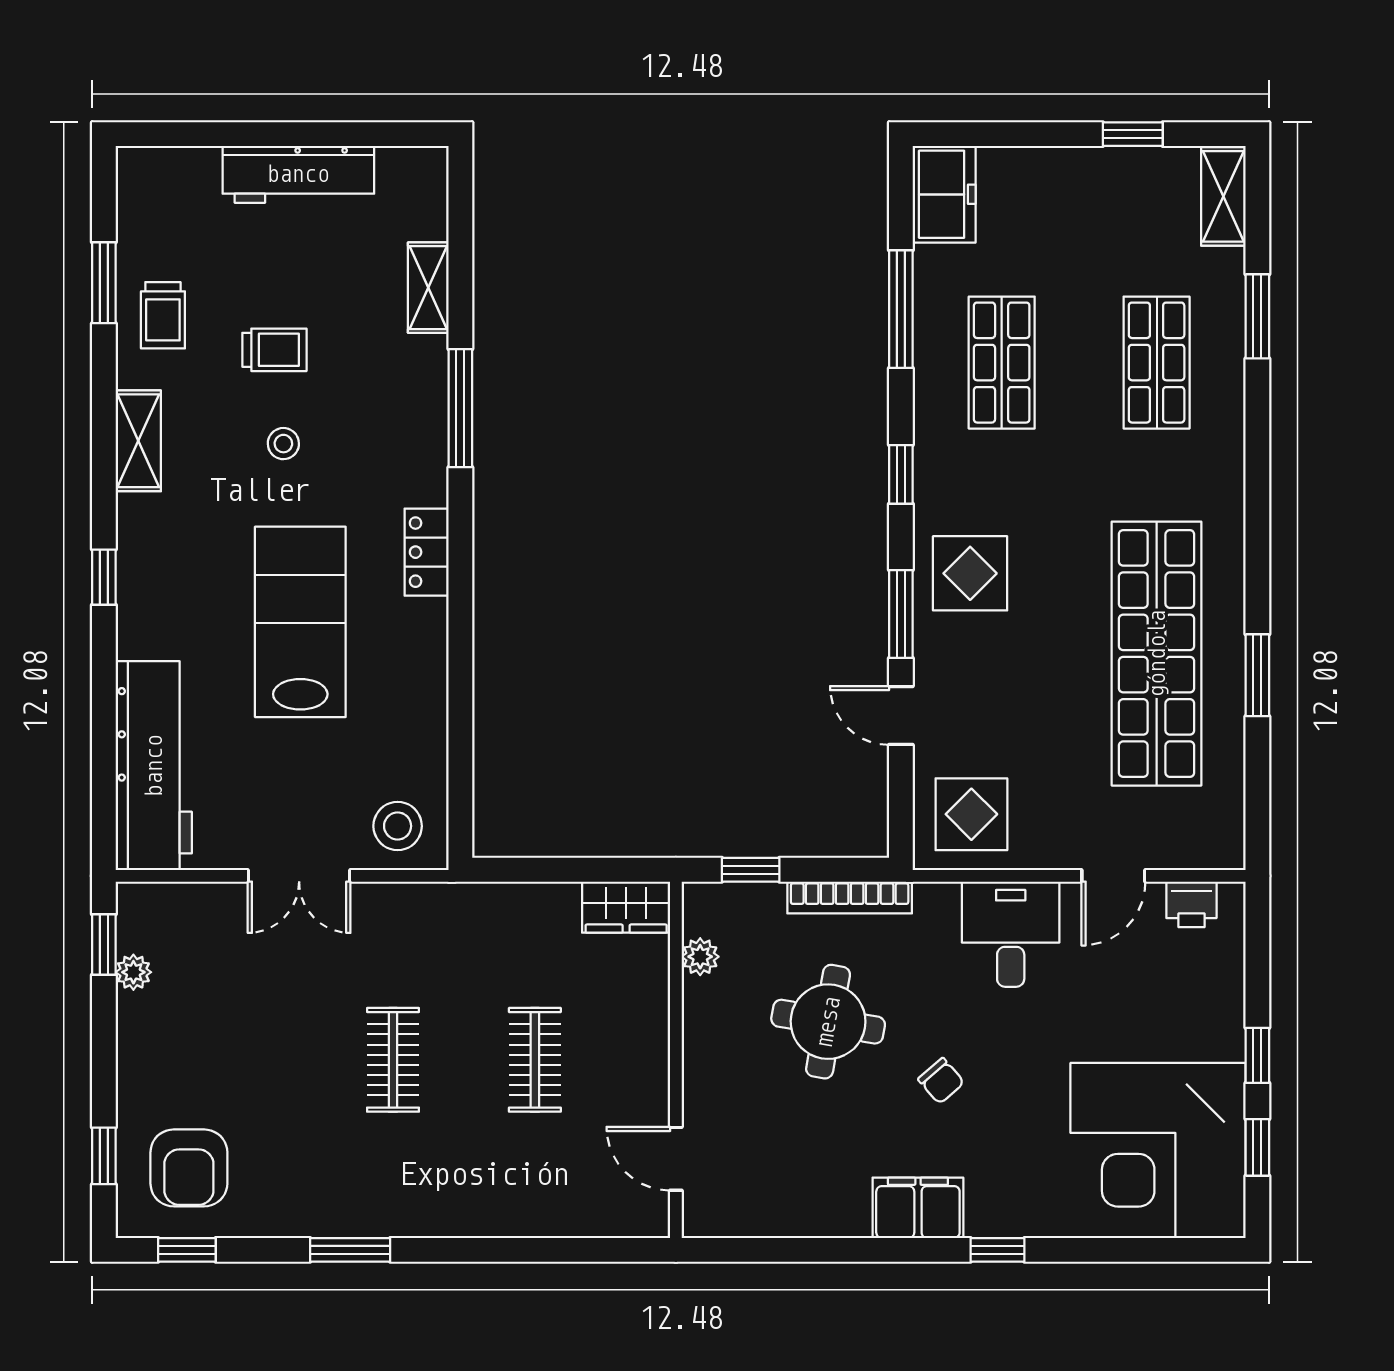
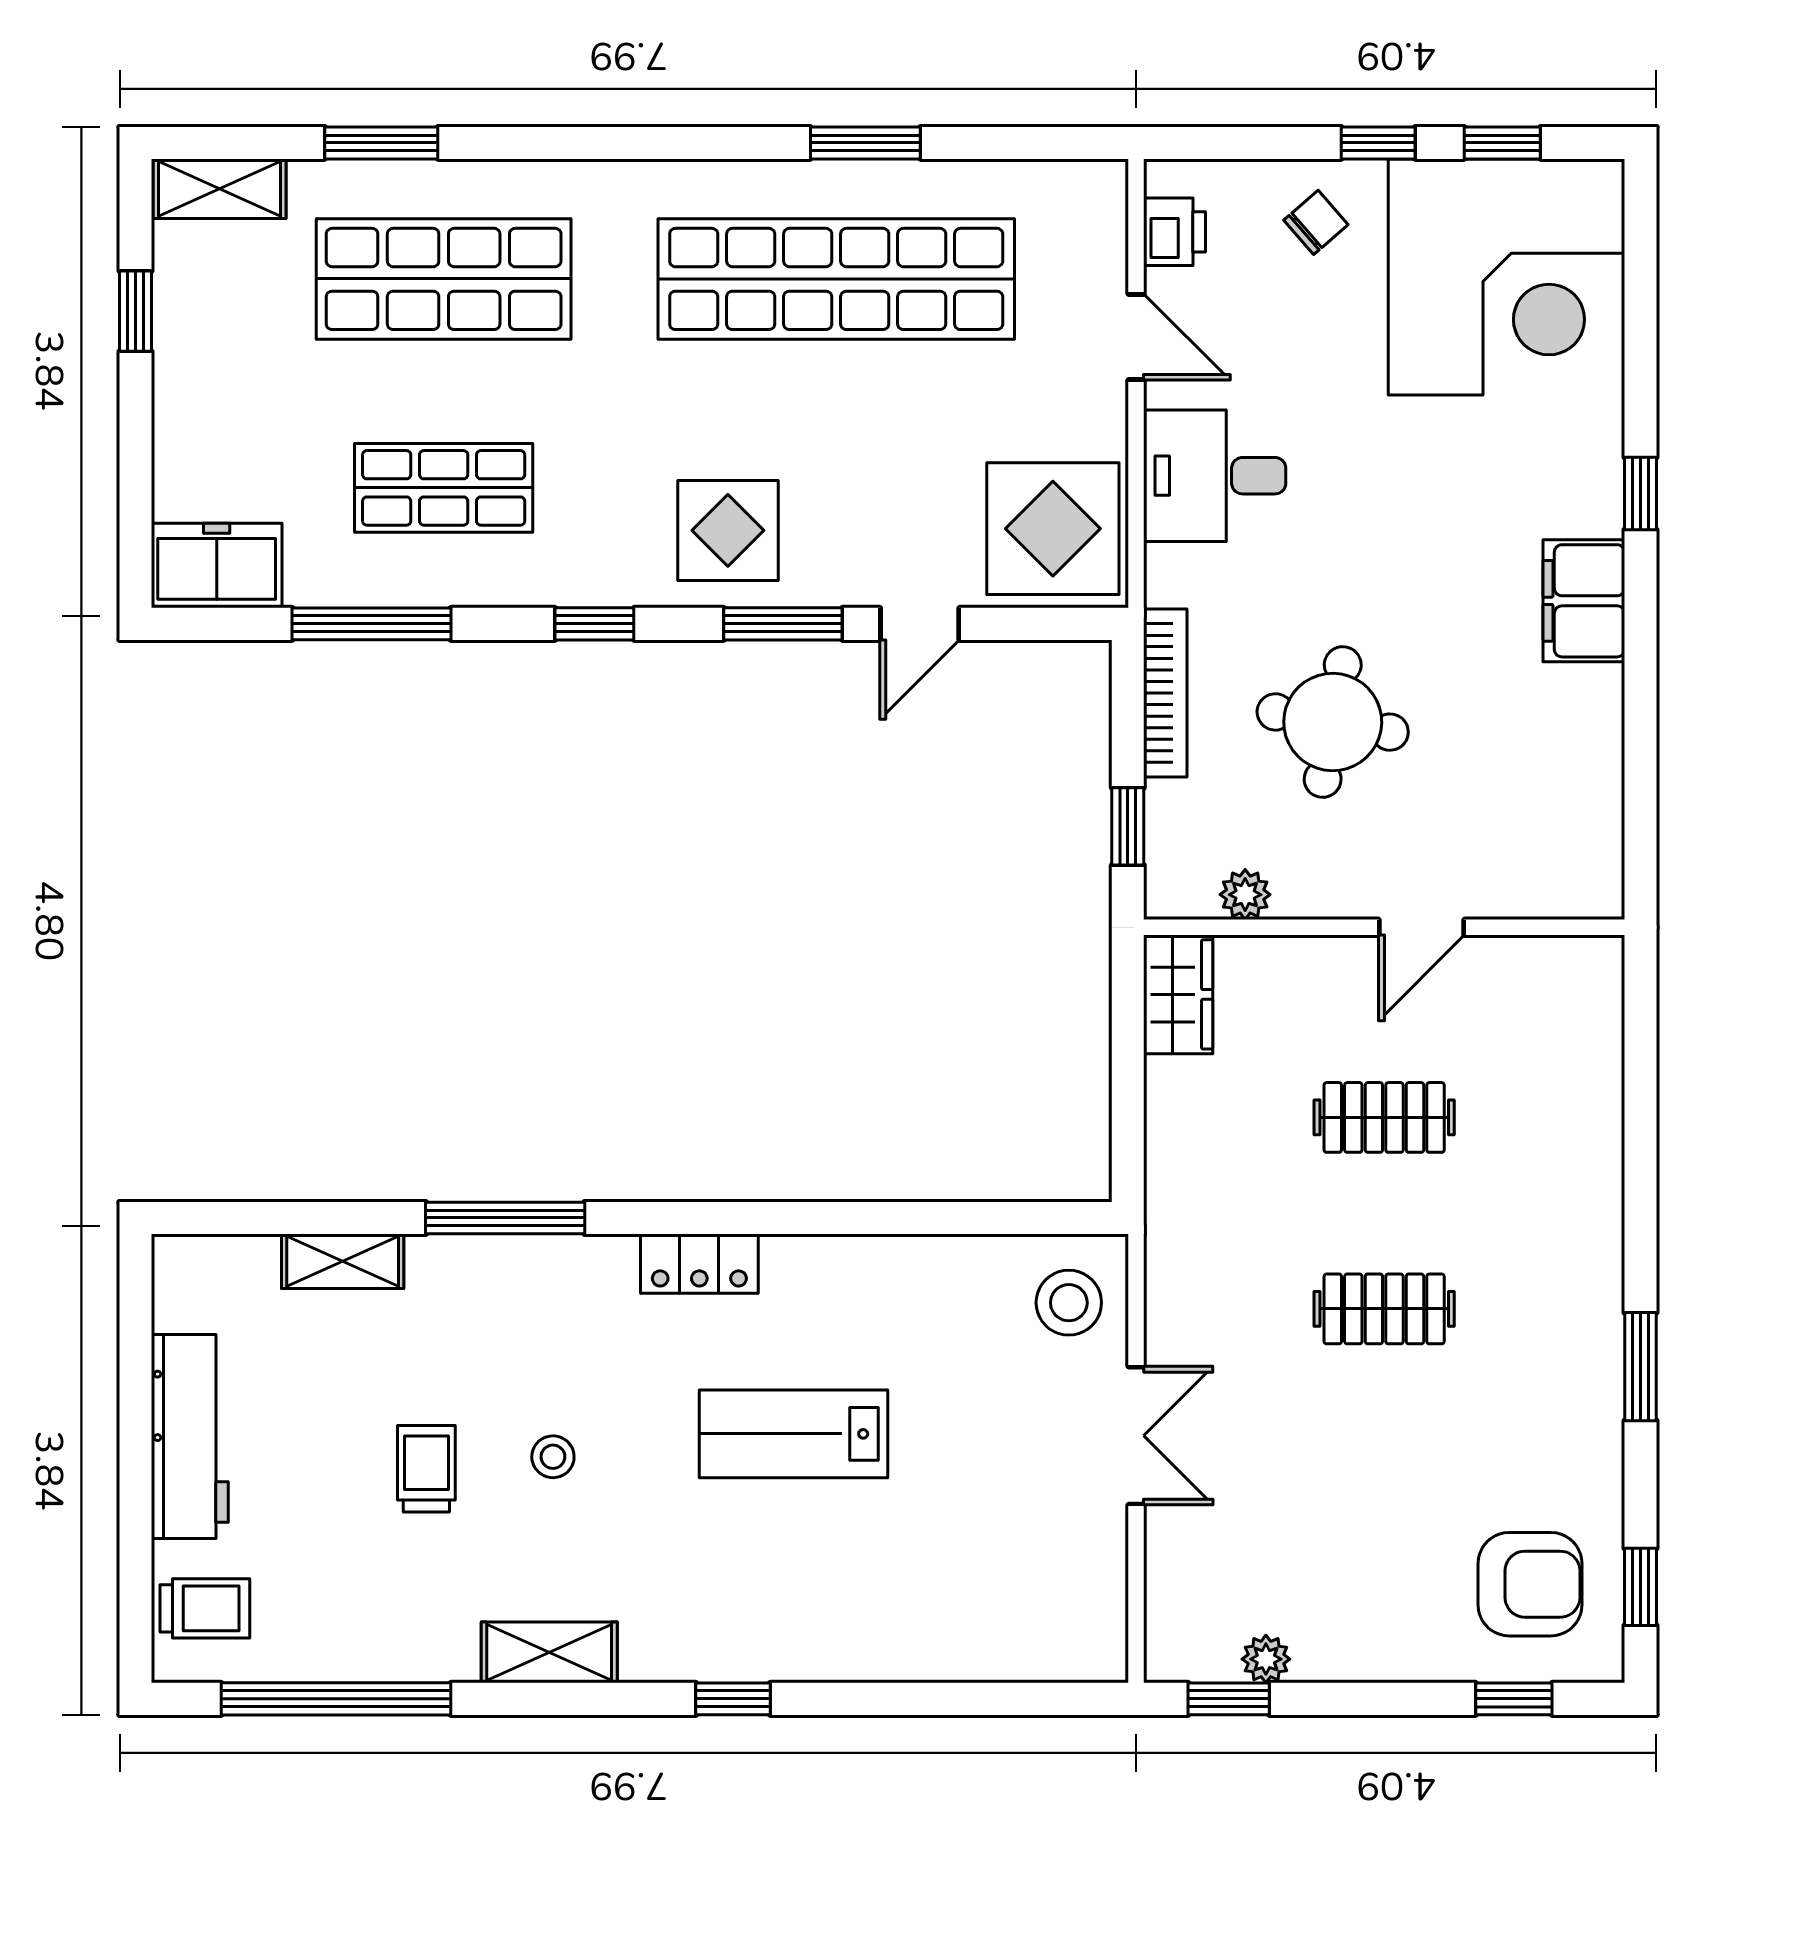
window: (104, 283) -> (336, 1699), width x2.11
trolley: (163, 315) -> (205, 1608), moved
shop shelf: (1157, 363) -> (444, 279), width x1.43, depth x1.36
lab bench: (300, 622) -> (793, 1434), width x0.73, depth x0.72
workbench: (154, 766) -> (987, 1632), removed
display table: (971, 814) -> (1053, 529), width x1.36, depth x1.36
chair: (941, 1081) -> (1316, 222), moved
door: (676, 1159) -> (1421, 927), moved

